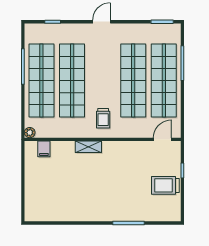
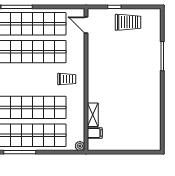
shelving: (88, 147) -> (93, 115), moved
trolley: (165, 185) -> (128, 22), turned -90

